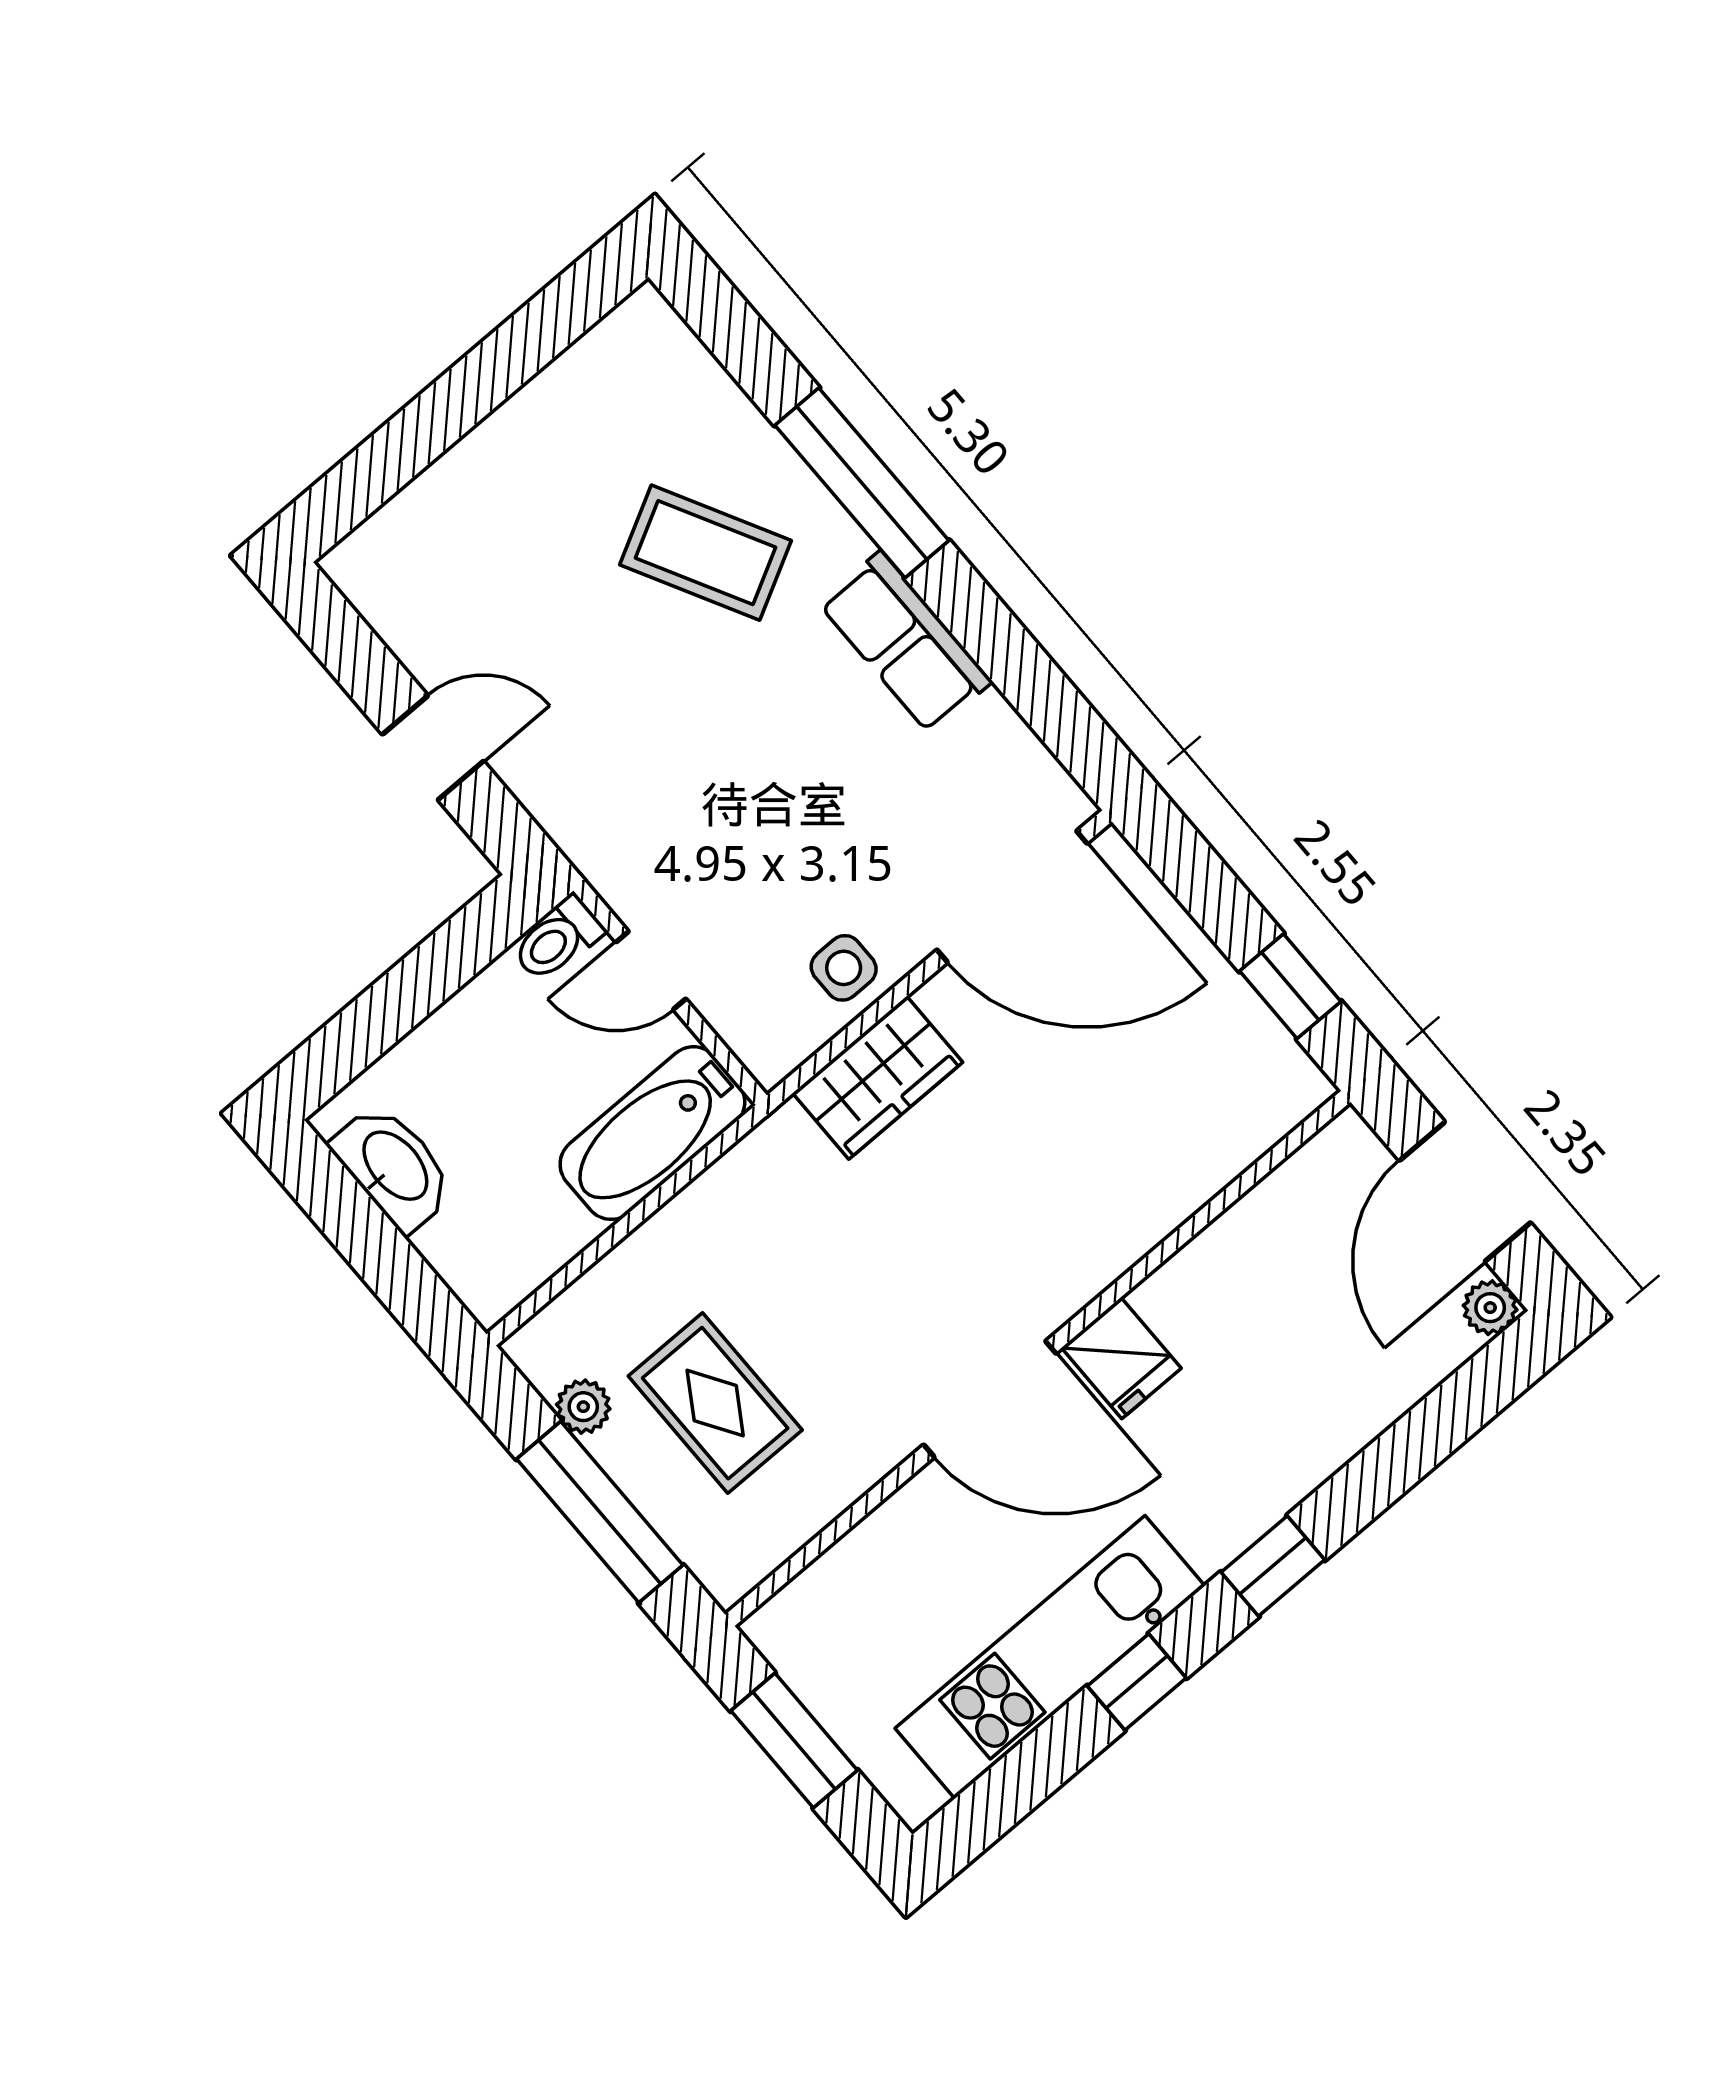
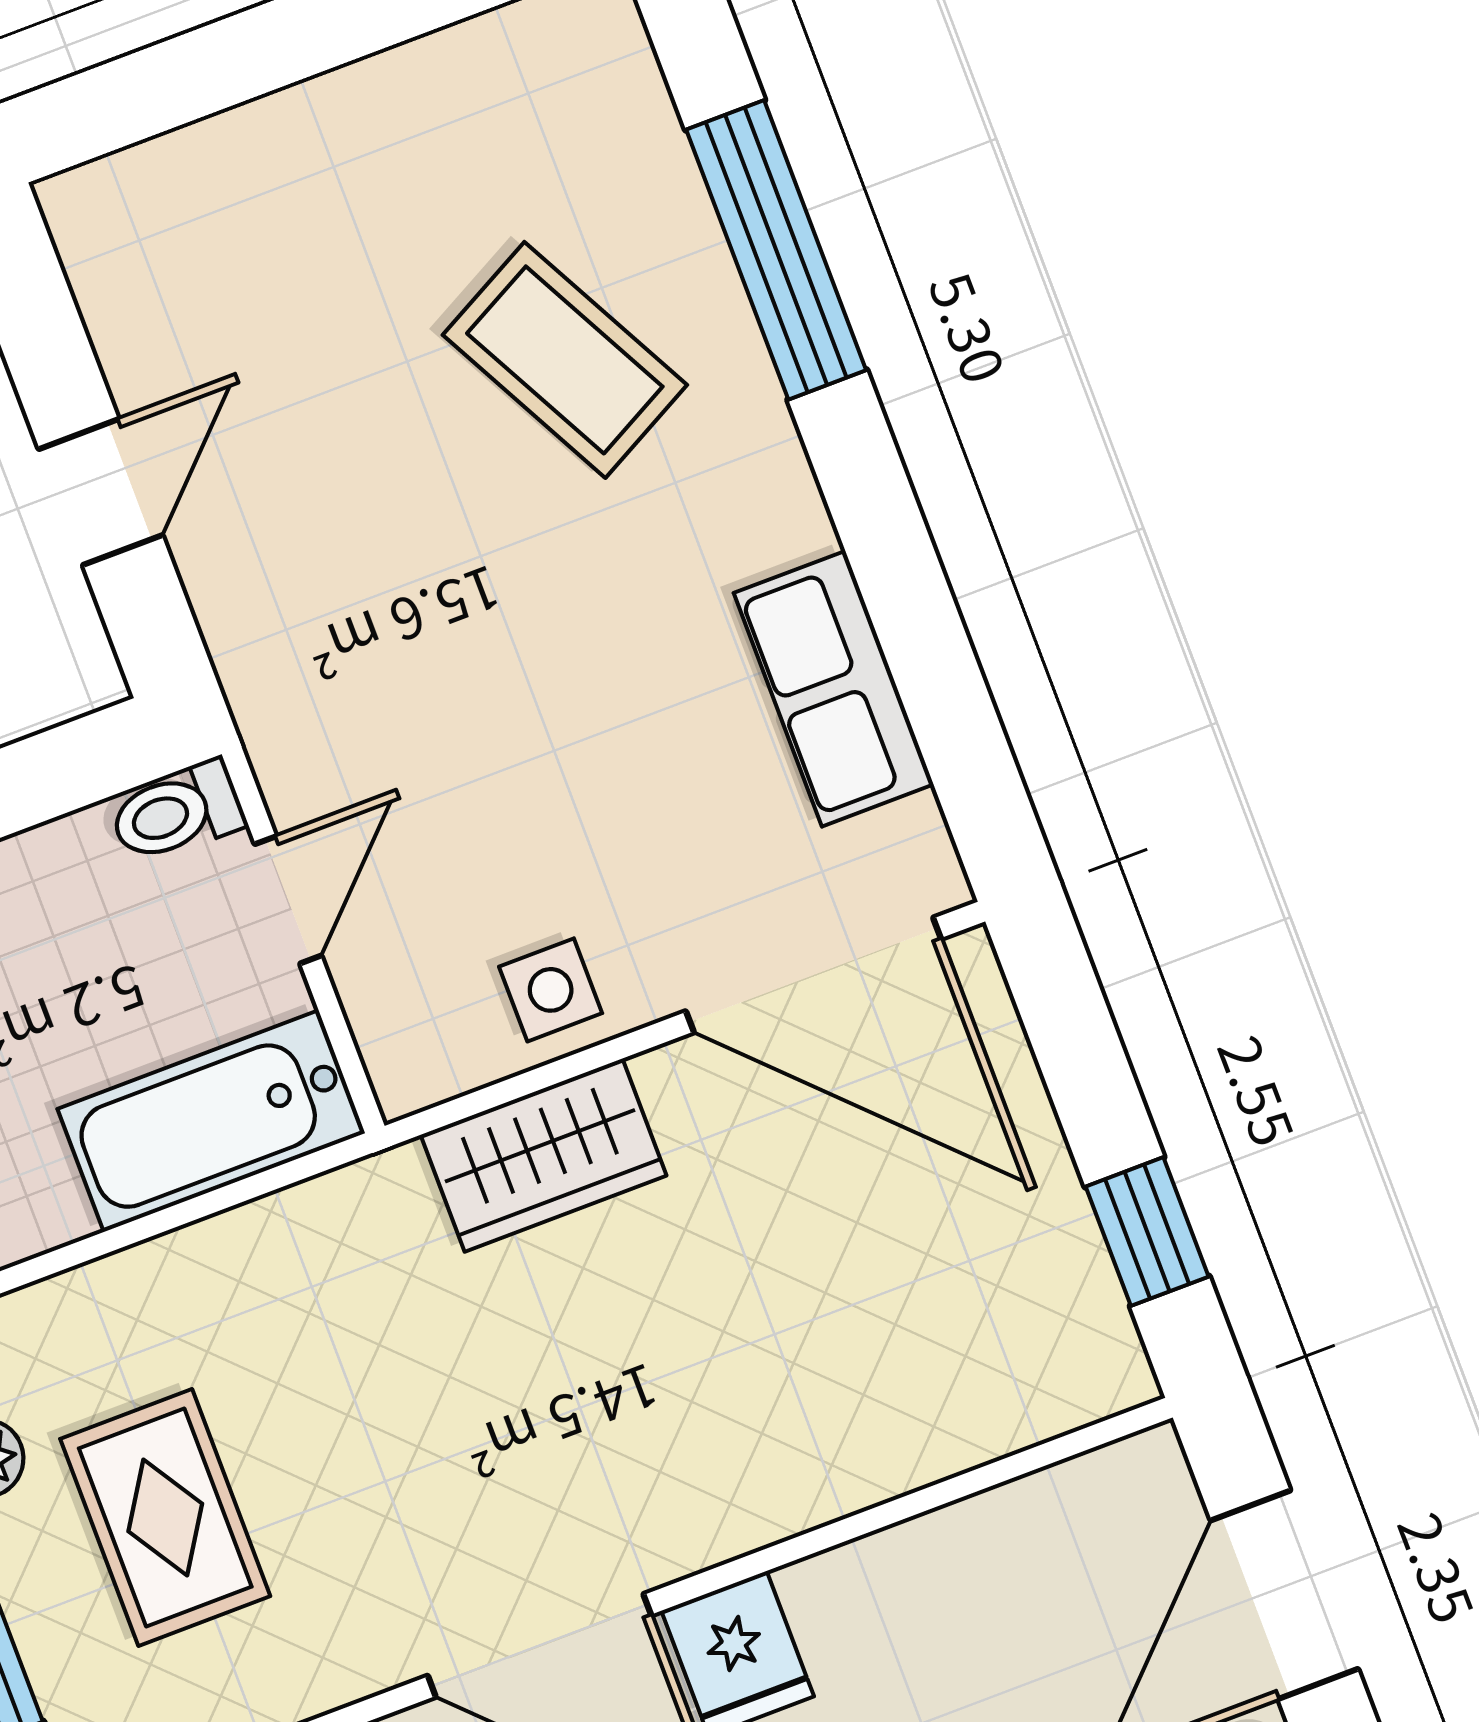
window: (862, 483) -> (776, 250), moved
row of seats: (905, 642) -> (834, 689), moved
door: (433, 748) -> (101, 492), hinge flipped
door: (651, 970) -> (288, 900), swing flipped

